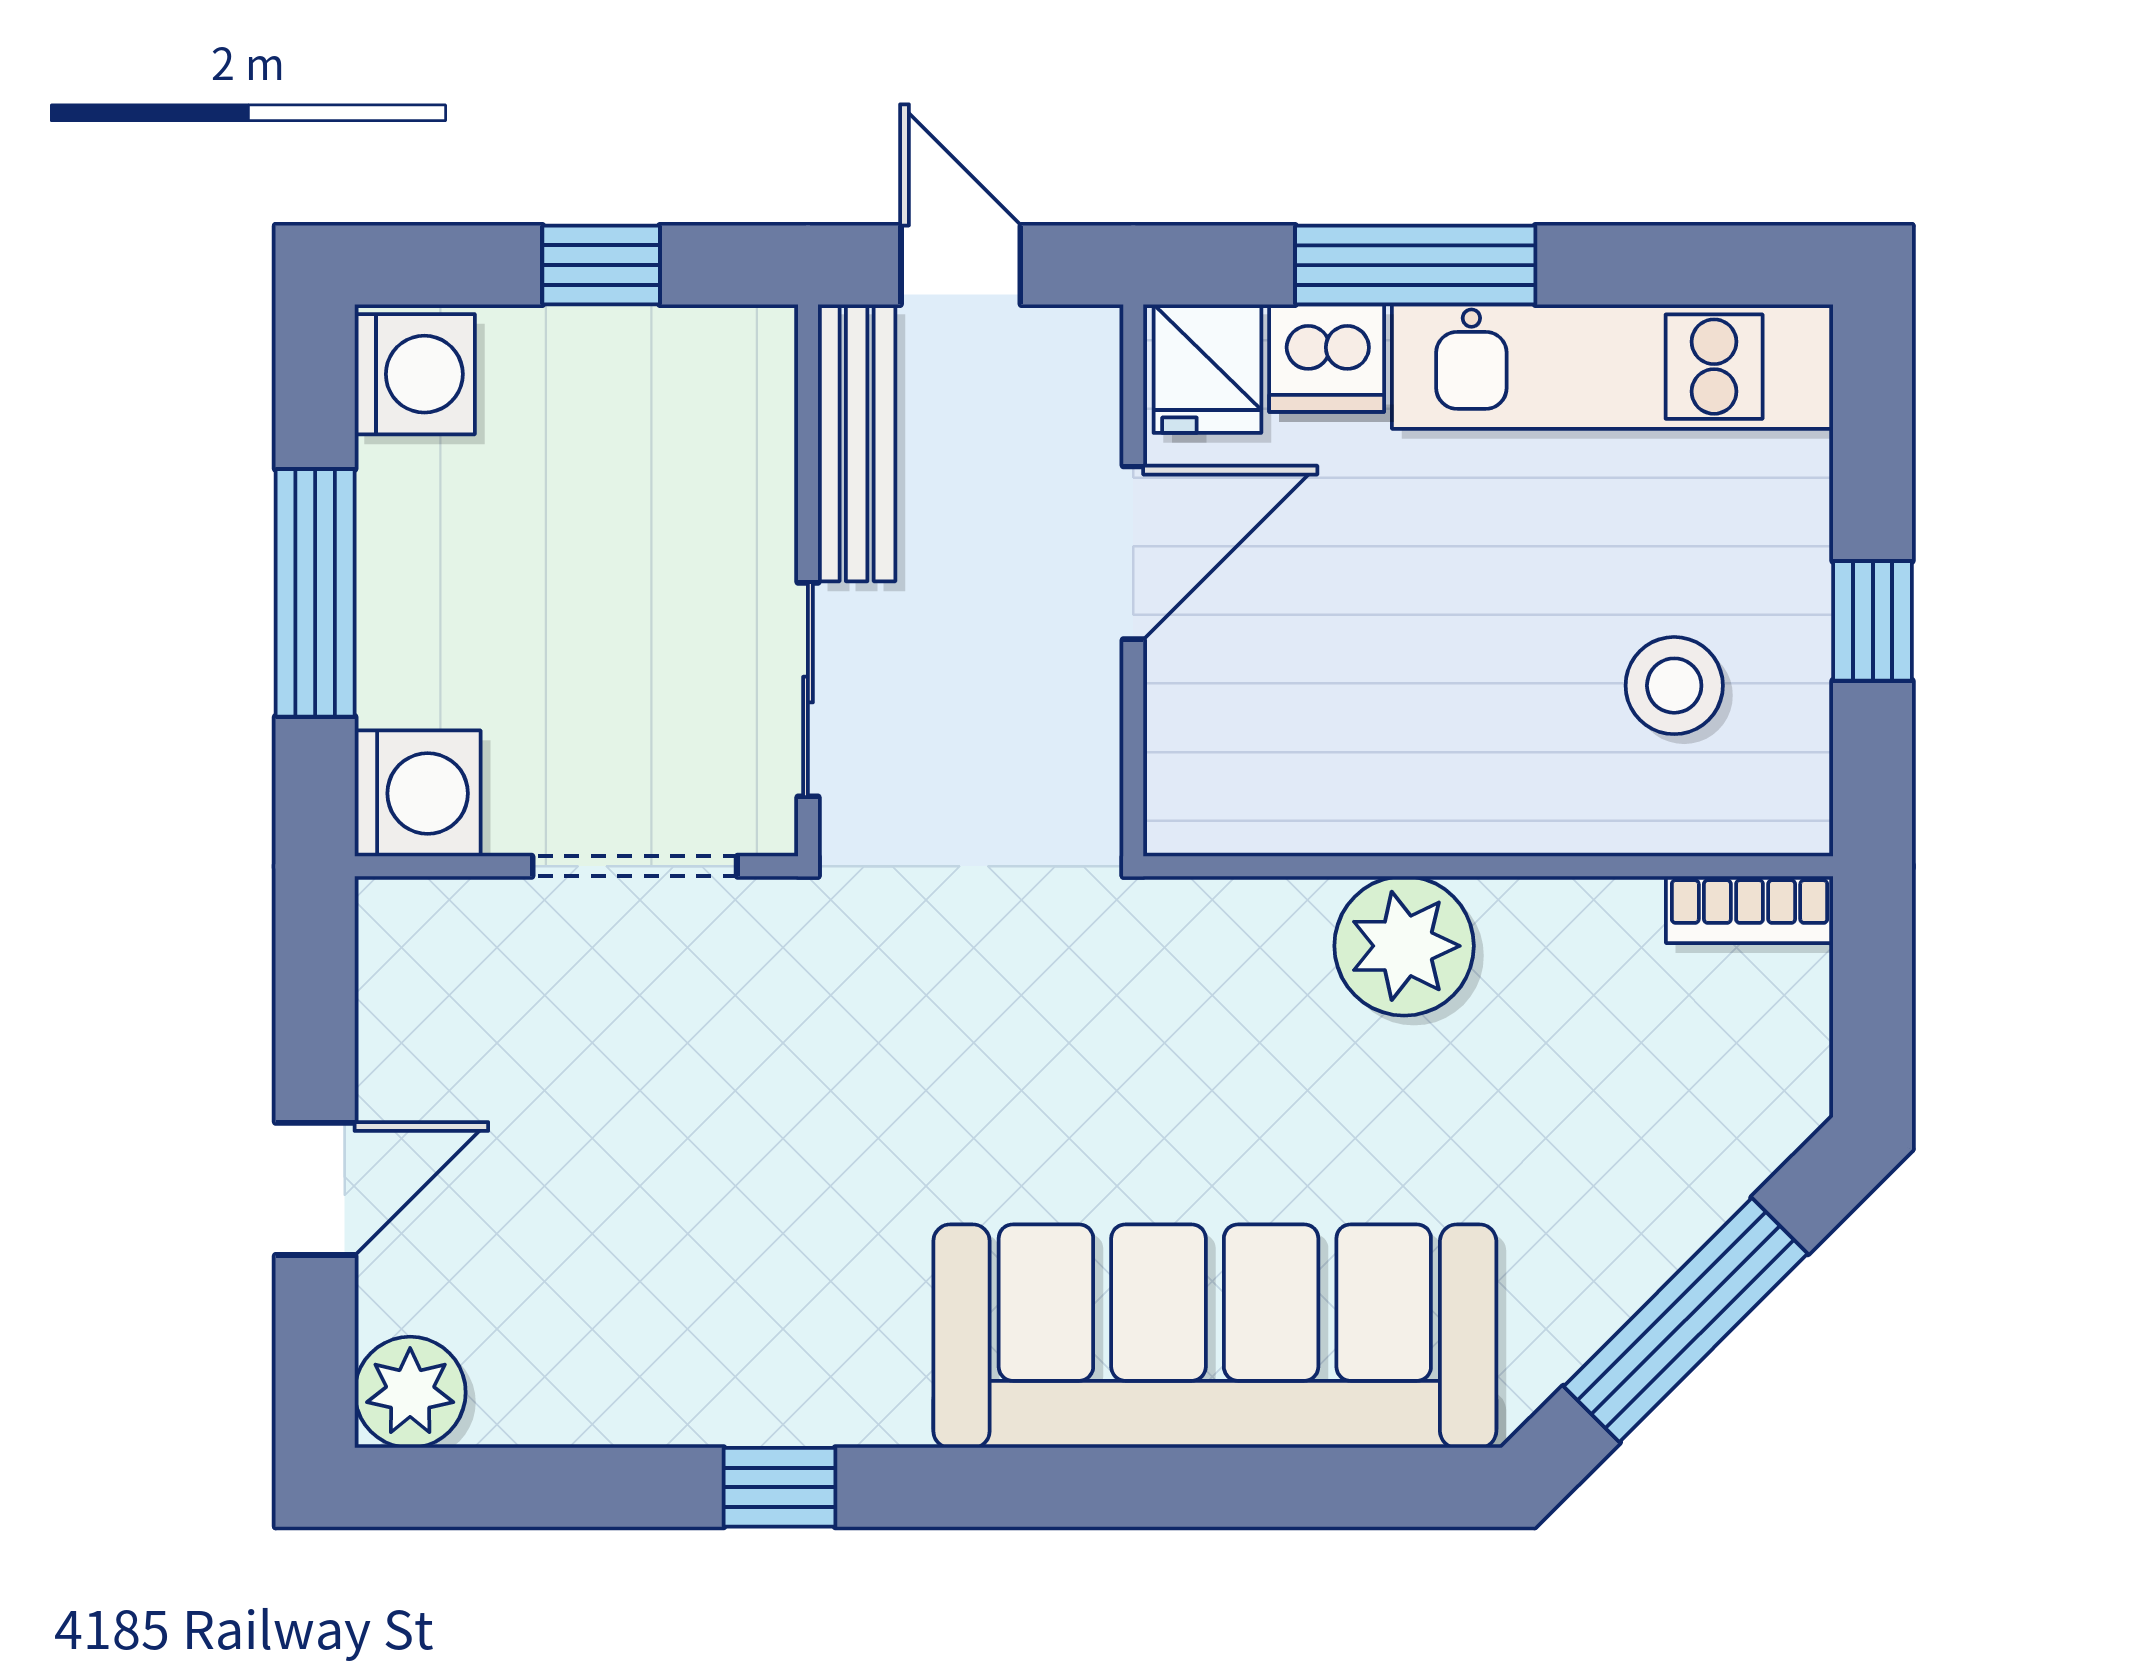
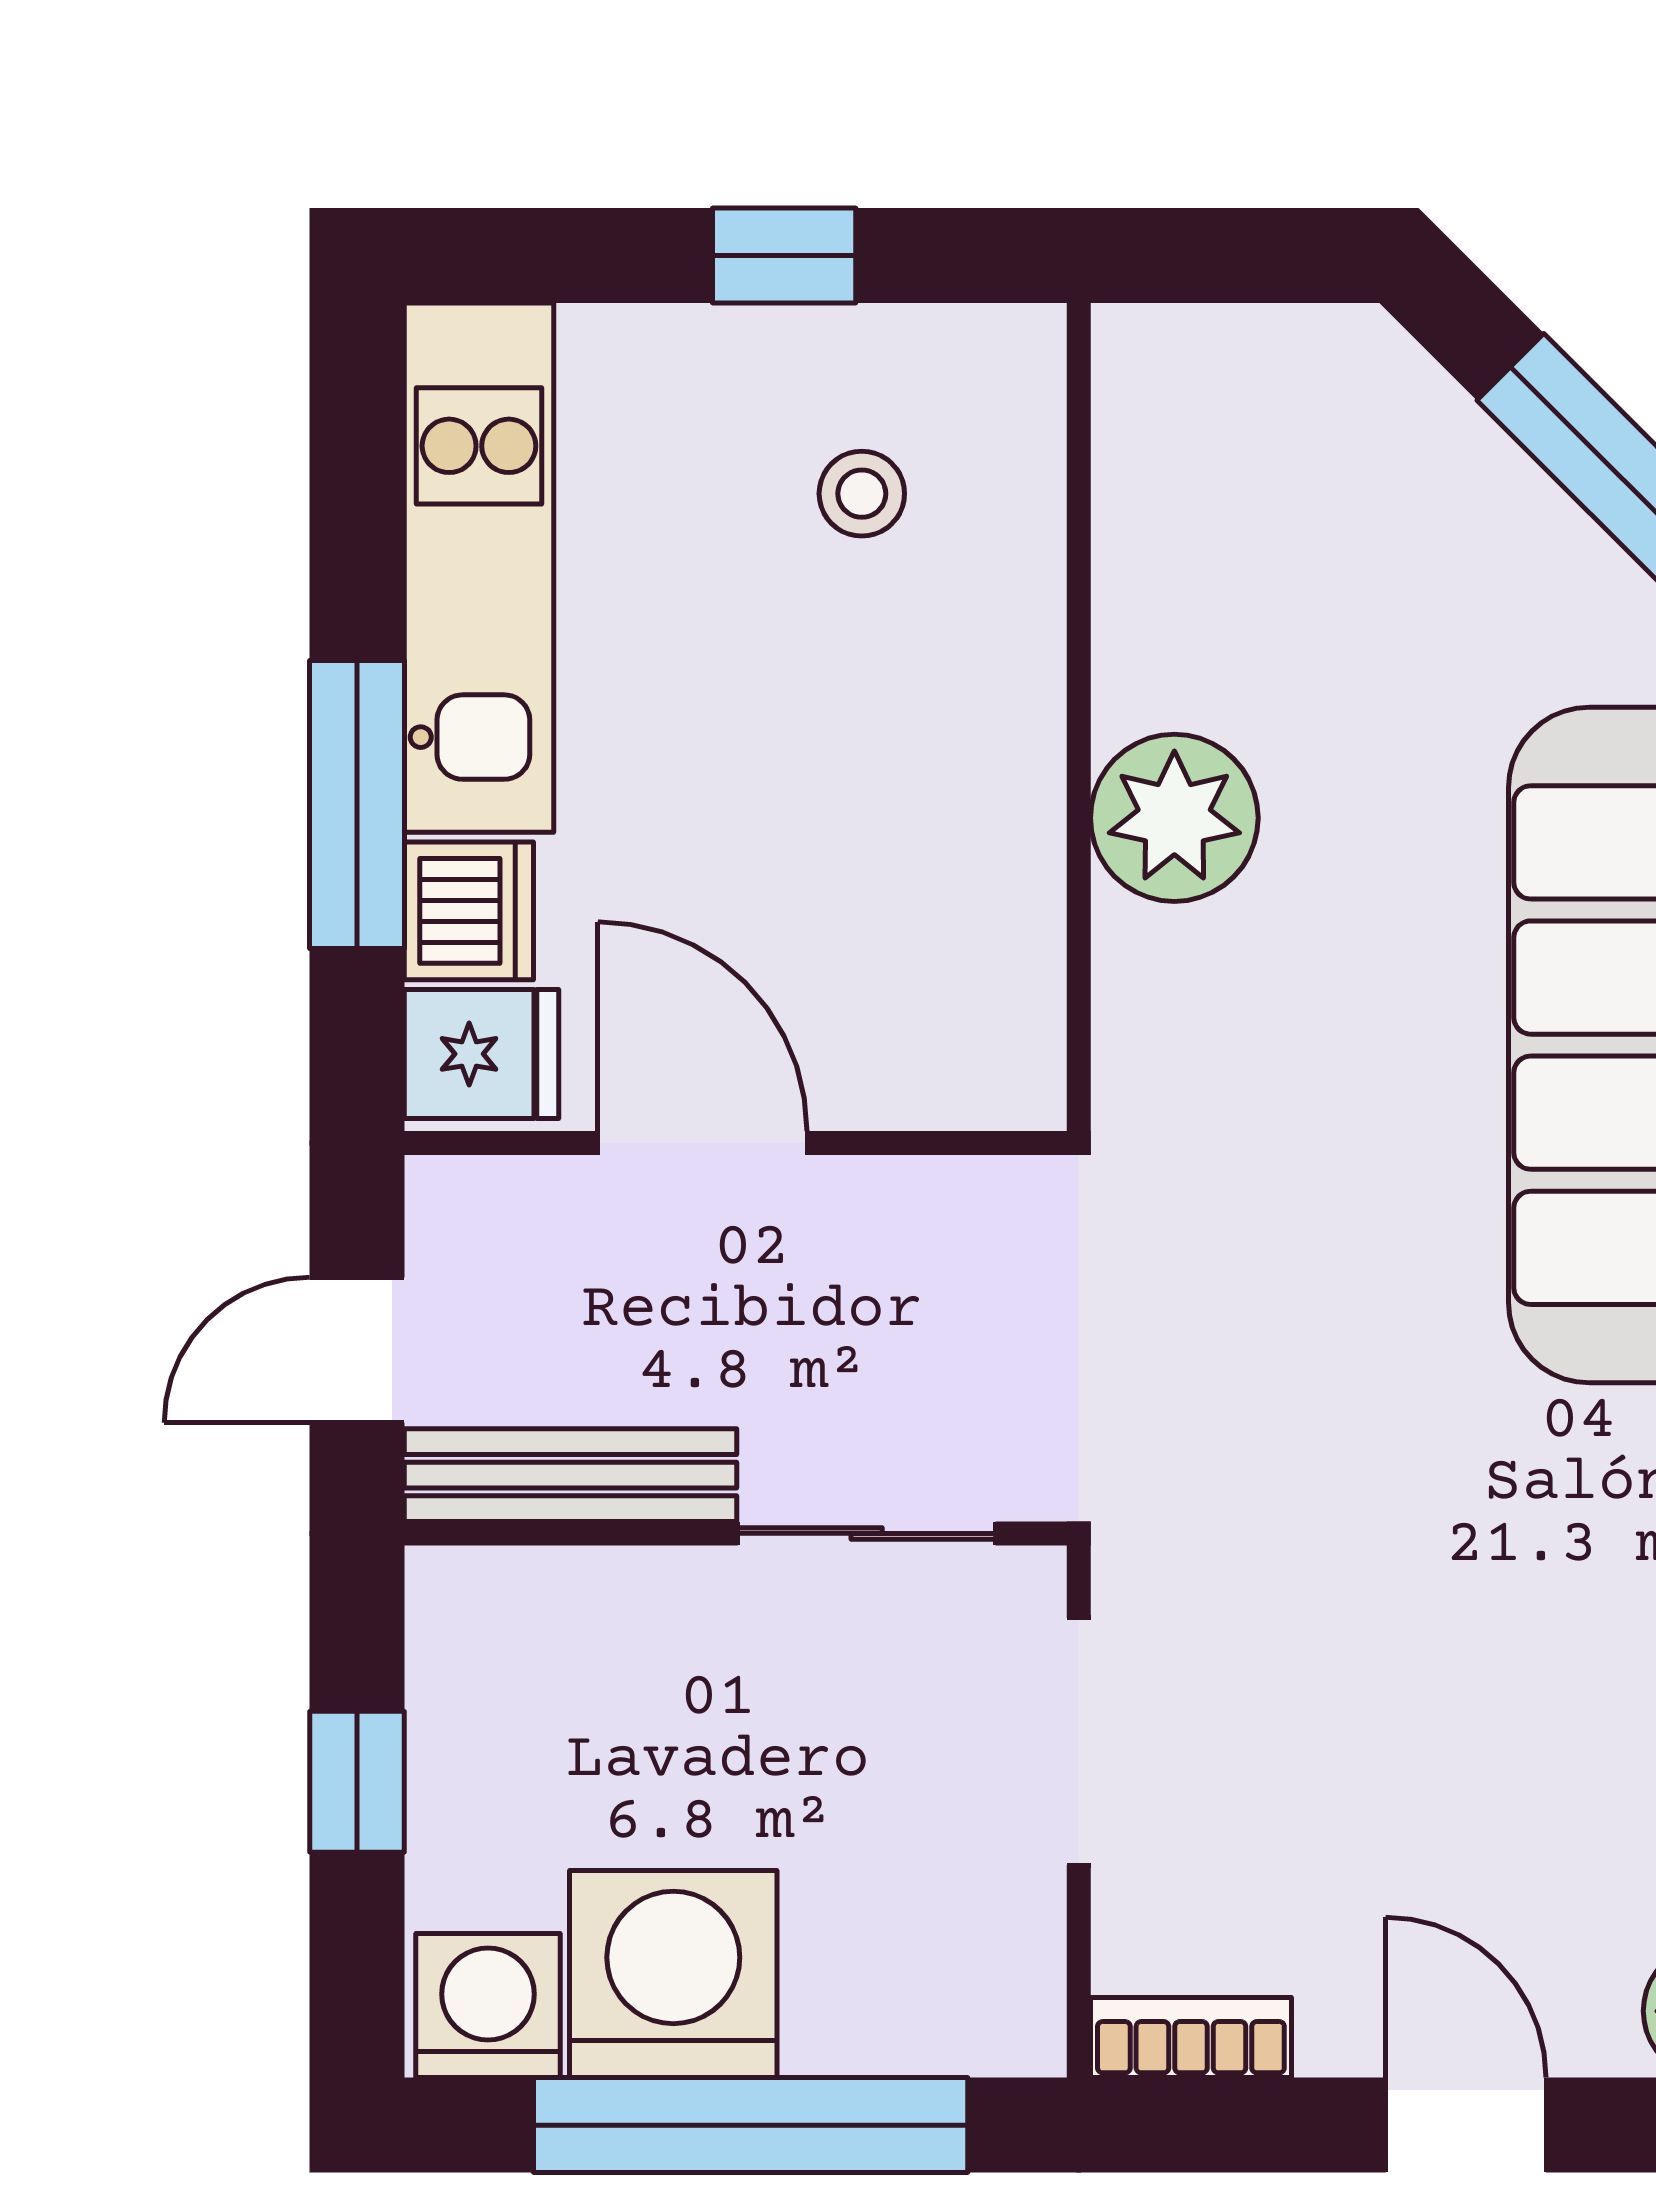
window: (315, 593) -> (751, 2125), width x1.46
stool: (1674, 686) -> (862, 494), width x0.73, depth x0.73
washing machine: (418, 793) -> (673, 1974), moved, width x1.37, depth x1.37
bookcase: (1750, 910) -> (1191, 2038), moved, turned -90

